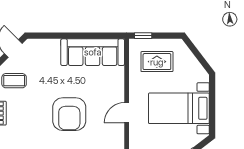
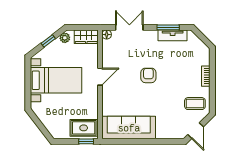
rug: (157, 62) -> (84, 128), moved
armchair: (69, 114) -> (148, 75), width x0.53, depth x0.53

